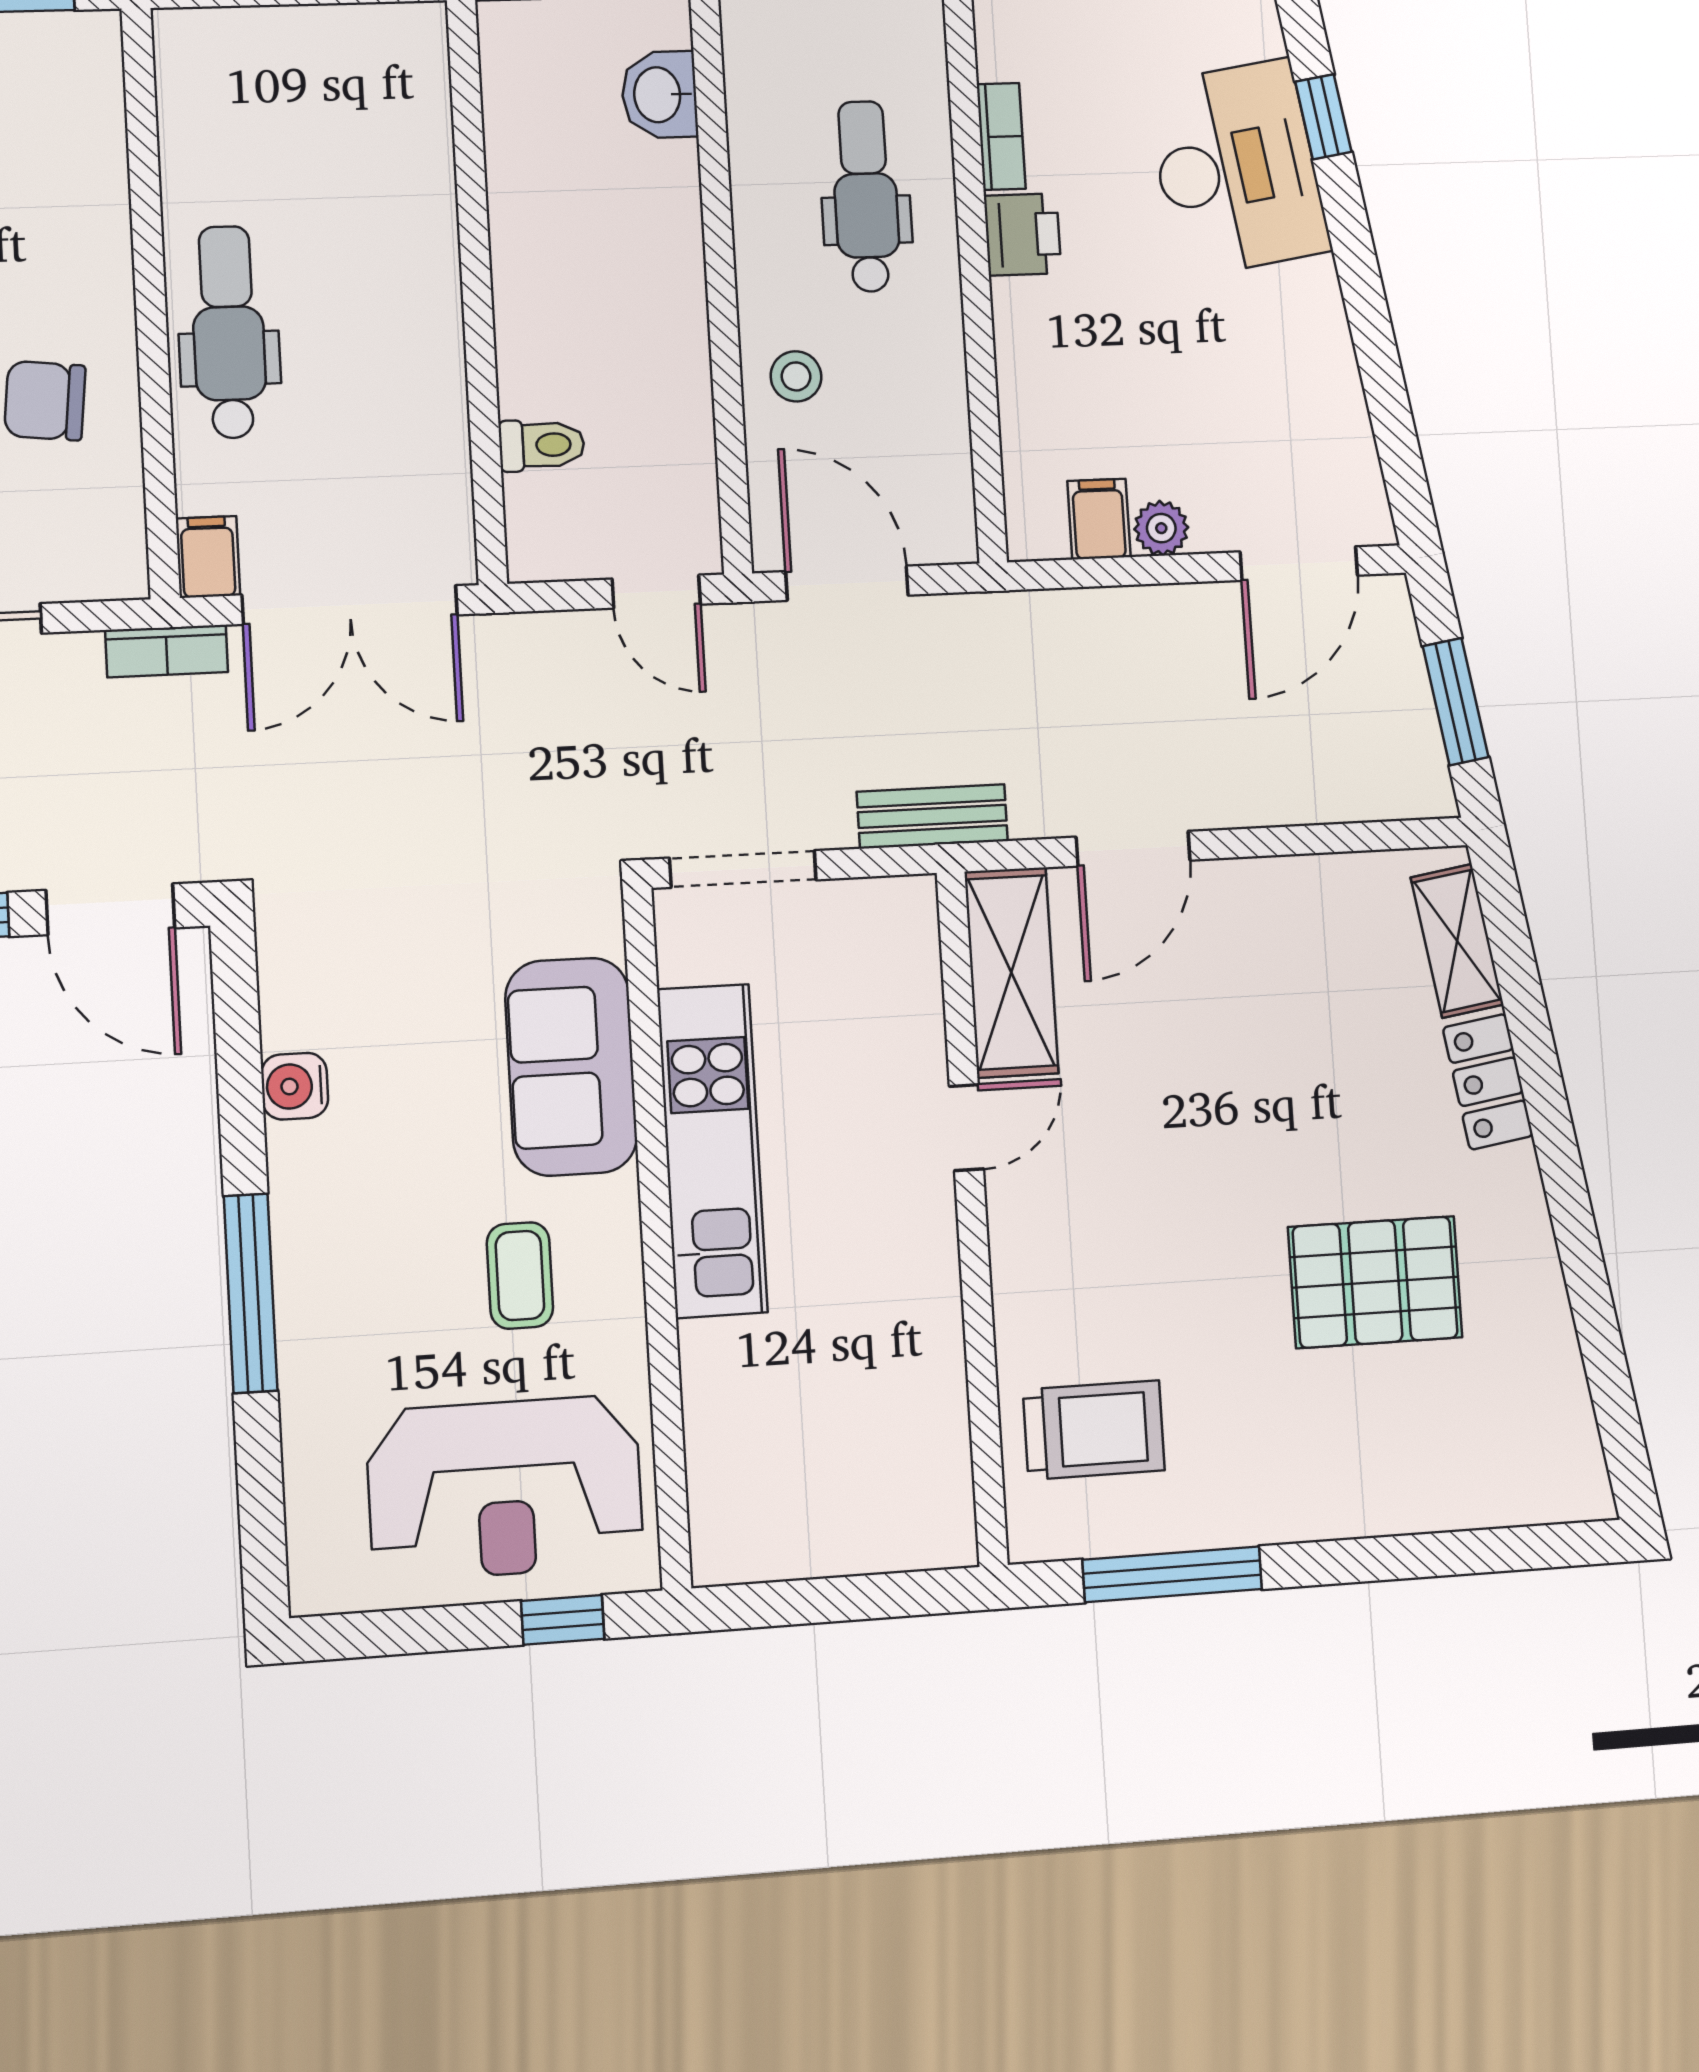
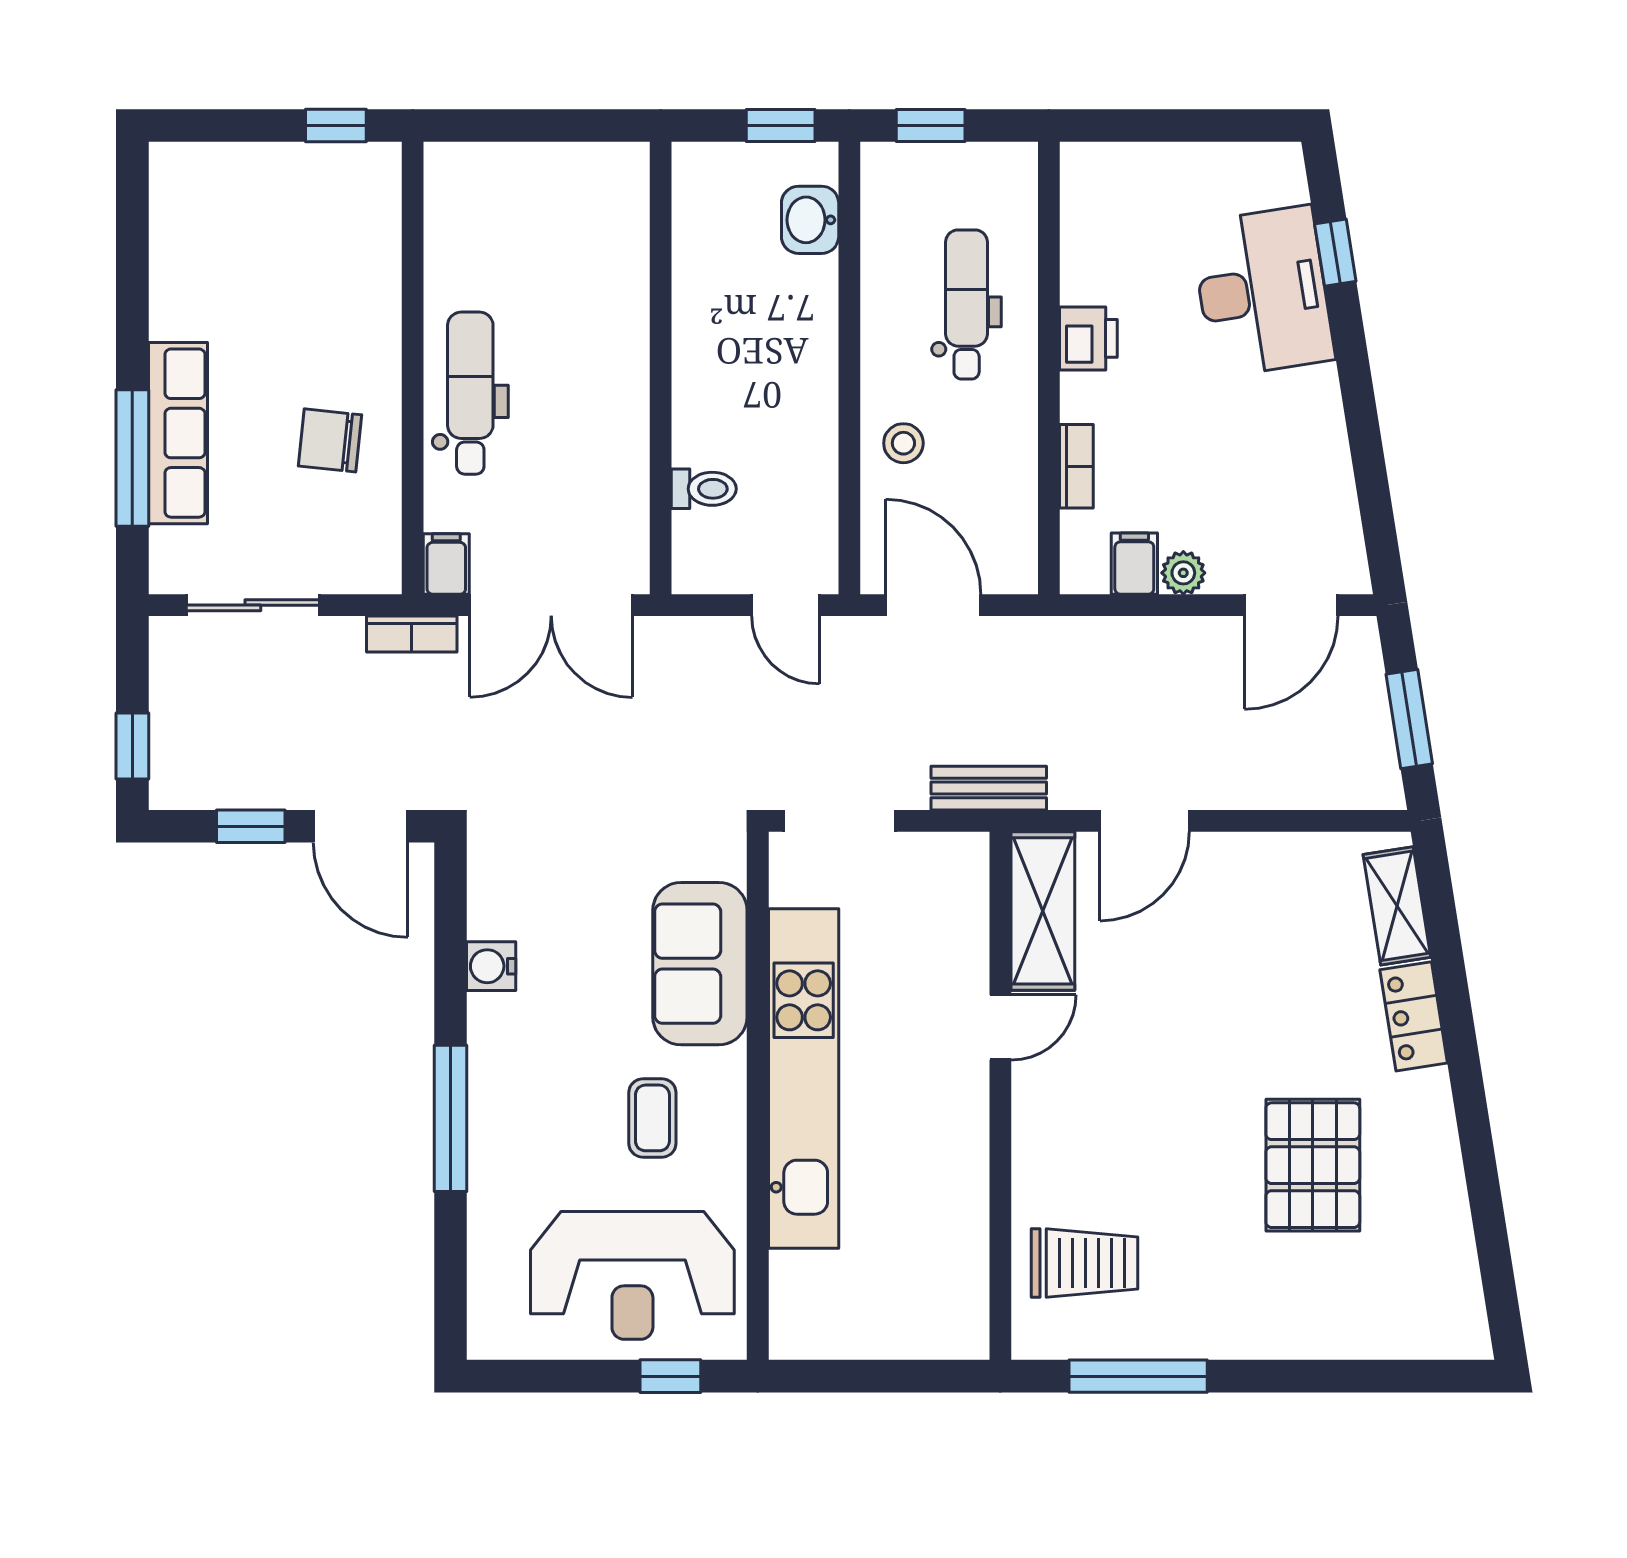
bookcase: (1001, 136) -> (1076, 466), moved
kitchen unit: (712, 1151) -> (804, 1078), width x1.36
pallet: (1375, 1282) -> (1313, 1165), turned 90

